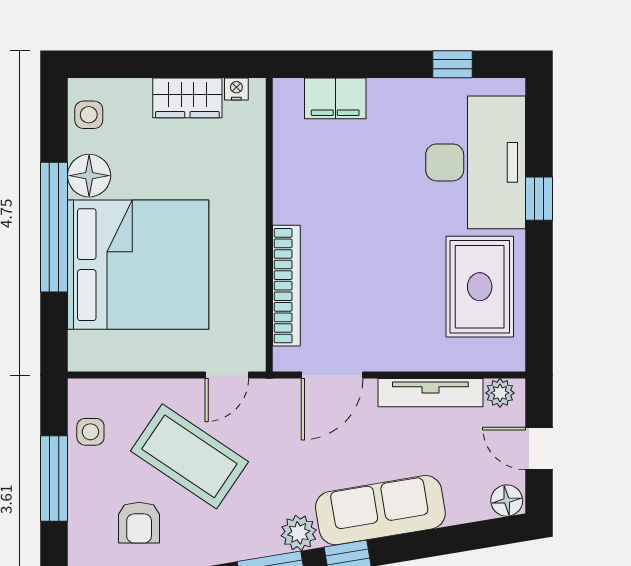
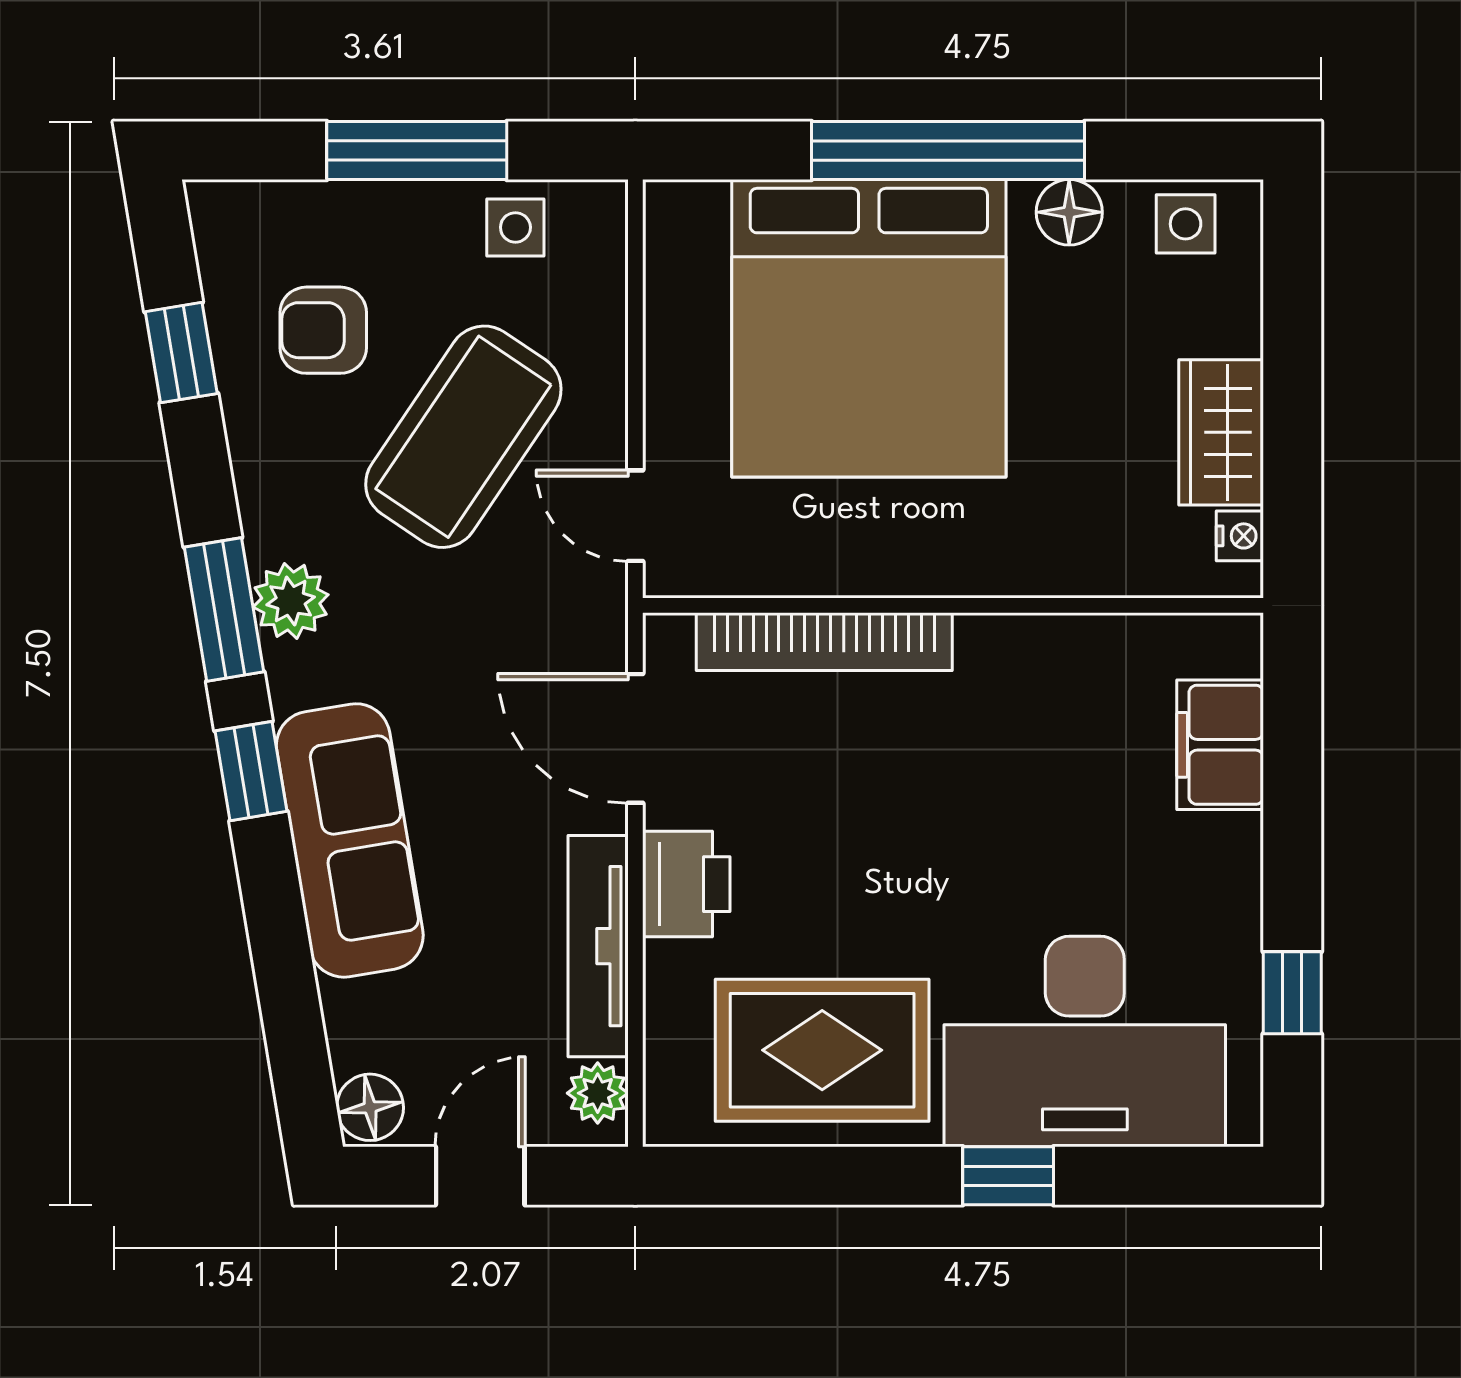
floor lamp: (89, 176) -> (1069, 212), width x0.73, depth x0.73
printer: (401, 351) -> (686, 884), added
plant: (299, 533) -> (291, 601), moved

